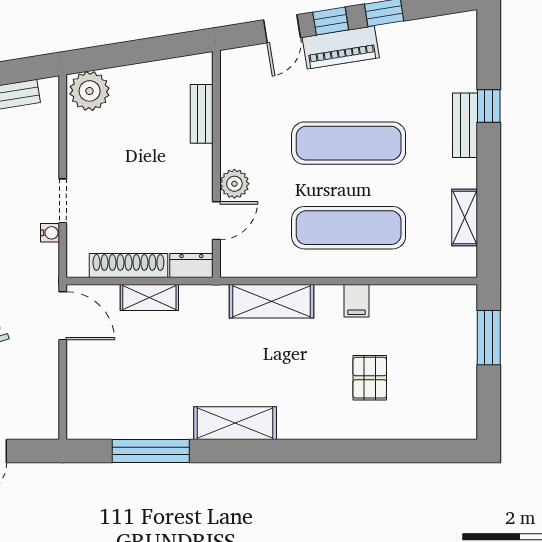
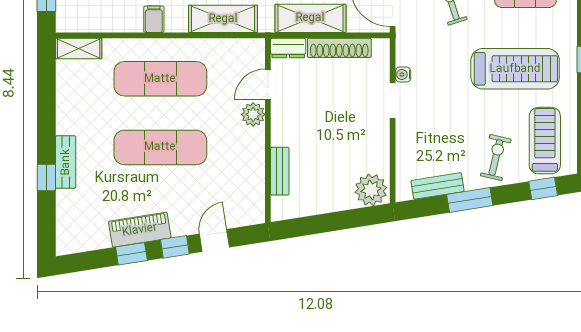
piano: (341, 47) -> (140, 230), moved
shelving: (465, 218) -> (79, 48), moved, turned 90
shelving: (149, 298) -> (310, 18), width x1.50, depth x1.33

